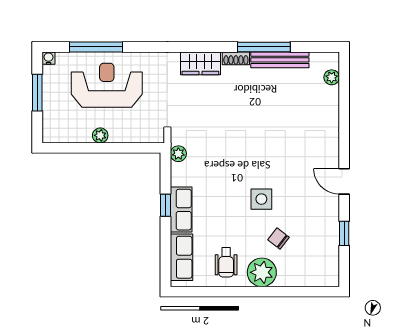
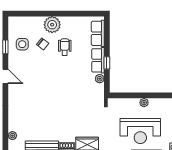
plant: (178, 154) -> (100, 79), moved
side table: (261, 199) -> (22, 44), moved
wheelchair: (226, 262) -> (65, 47), moved

